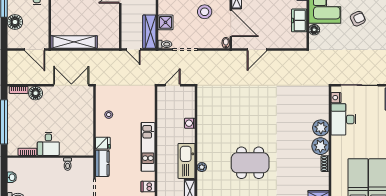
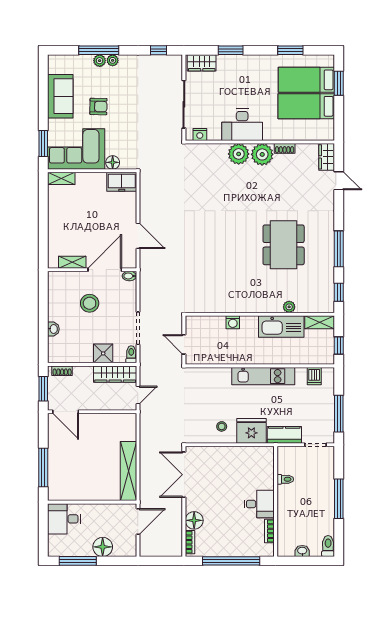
armchair: (358, 19) -> (98, 107), turned 117
freezer: (299, 20) -> (122, 182), moved
desk: (344, 119) -> (242, 125), moved
fridge: (103, 143) -> (251, 431), width x1.88, depth x1.34

